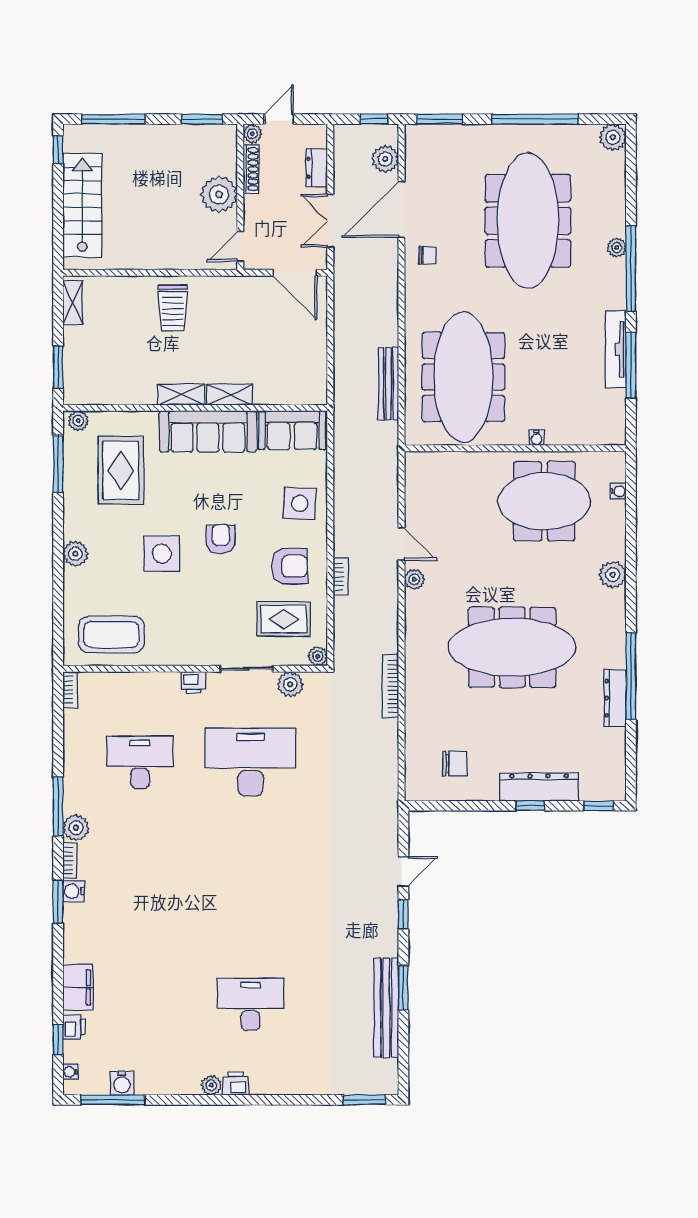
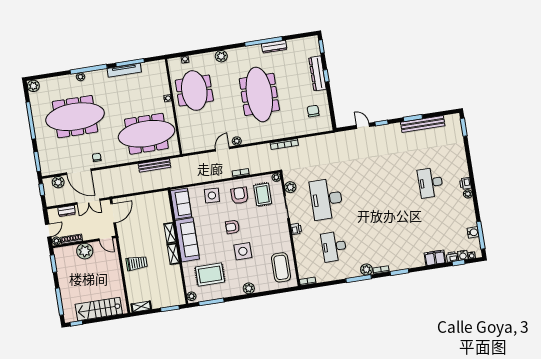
door: (279, 119) -> (48, 231), swing flipped
water cooler: (73, 891) -> (463, 255), moved

